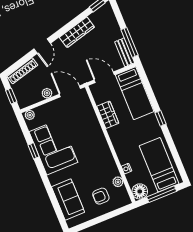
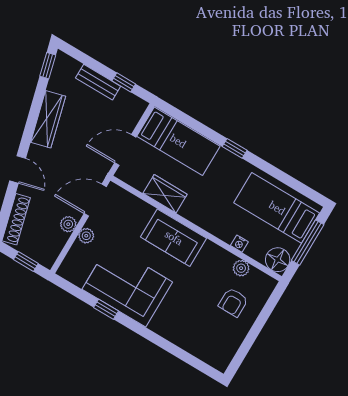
window: (130, 42) -> (124, 82), width x0.46
bench: (125, 52) -> (98, 82), moved
plant: (30, 115) -> (86, 236), moved
sofa: (68, 199) -> (174, 238), moved, turned 180

